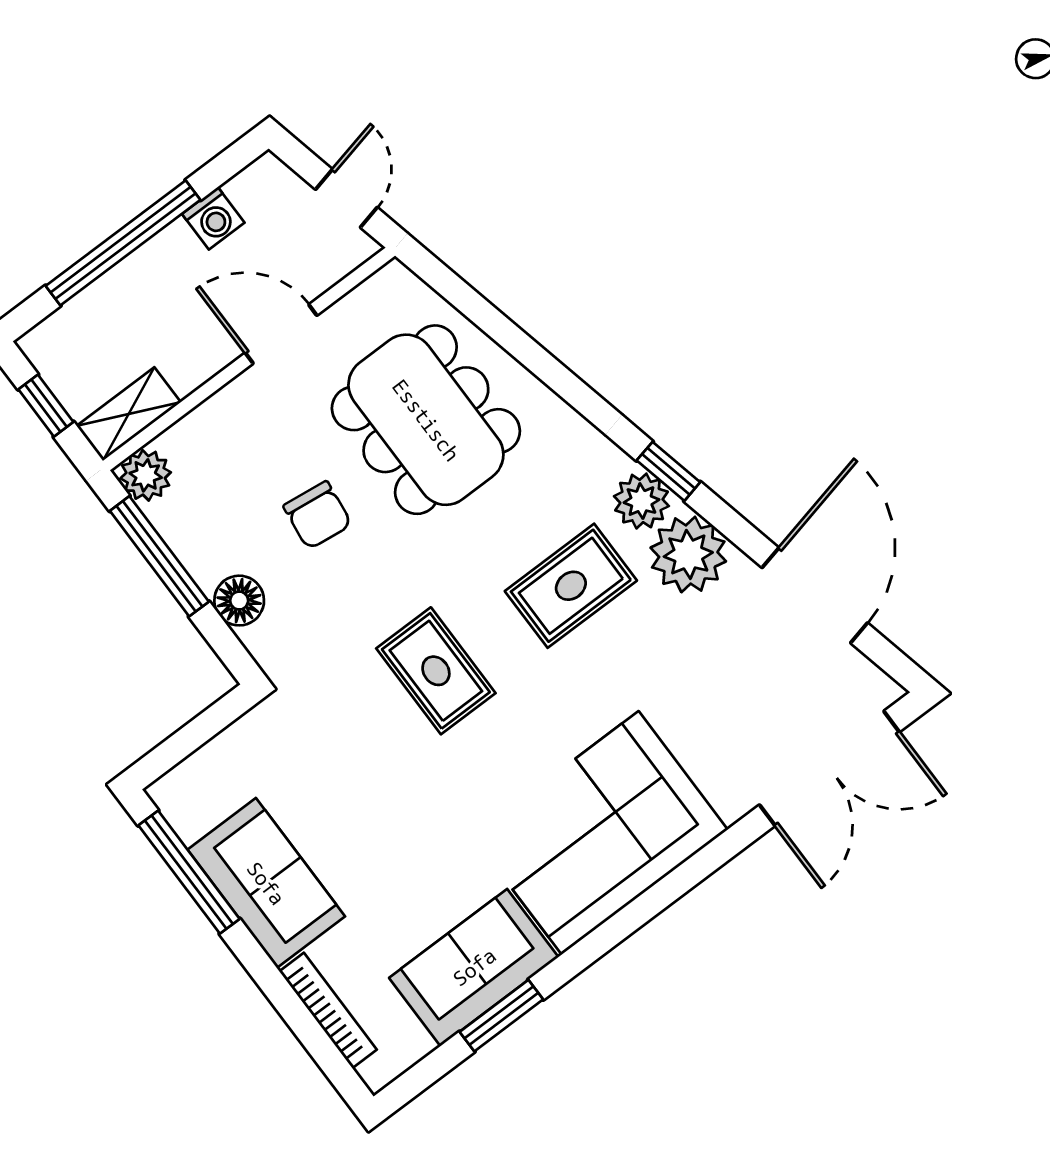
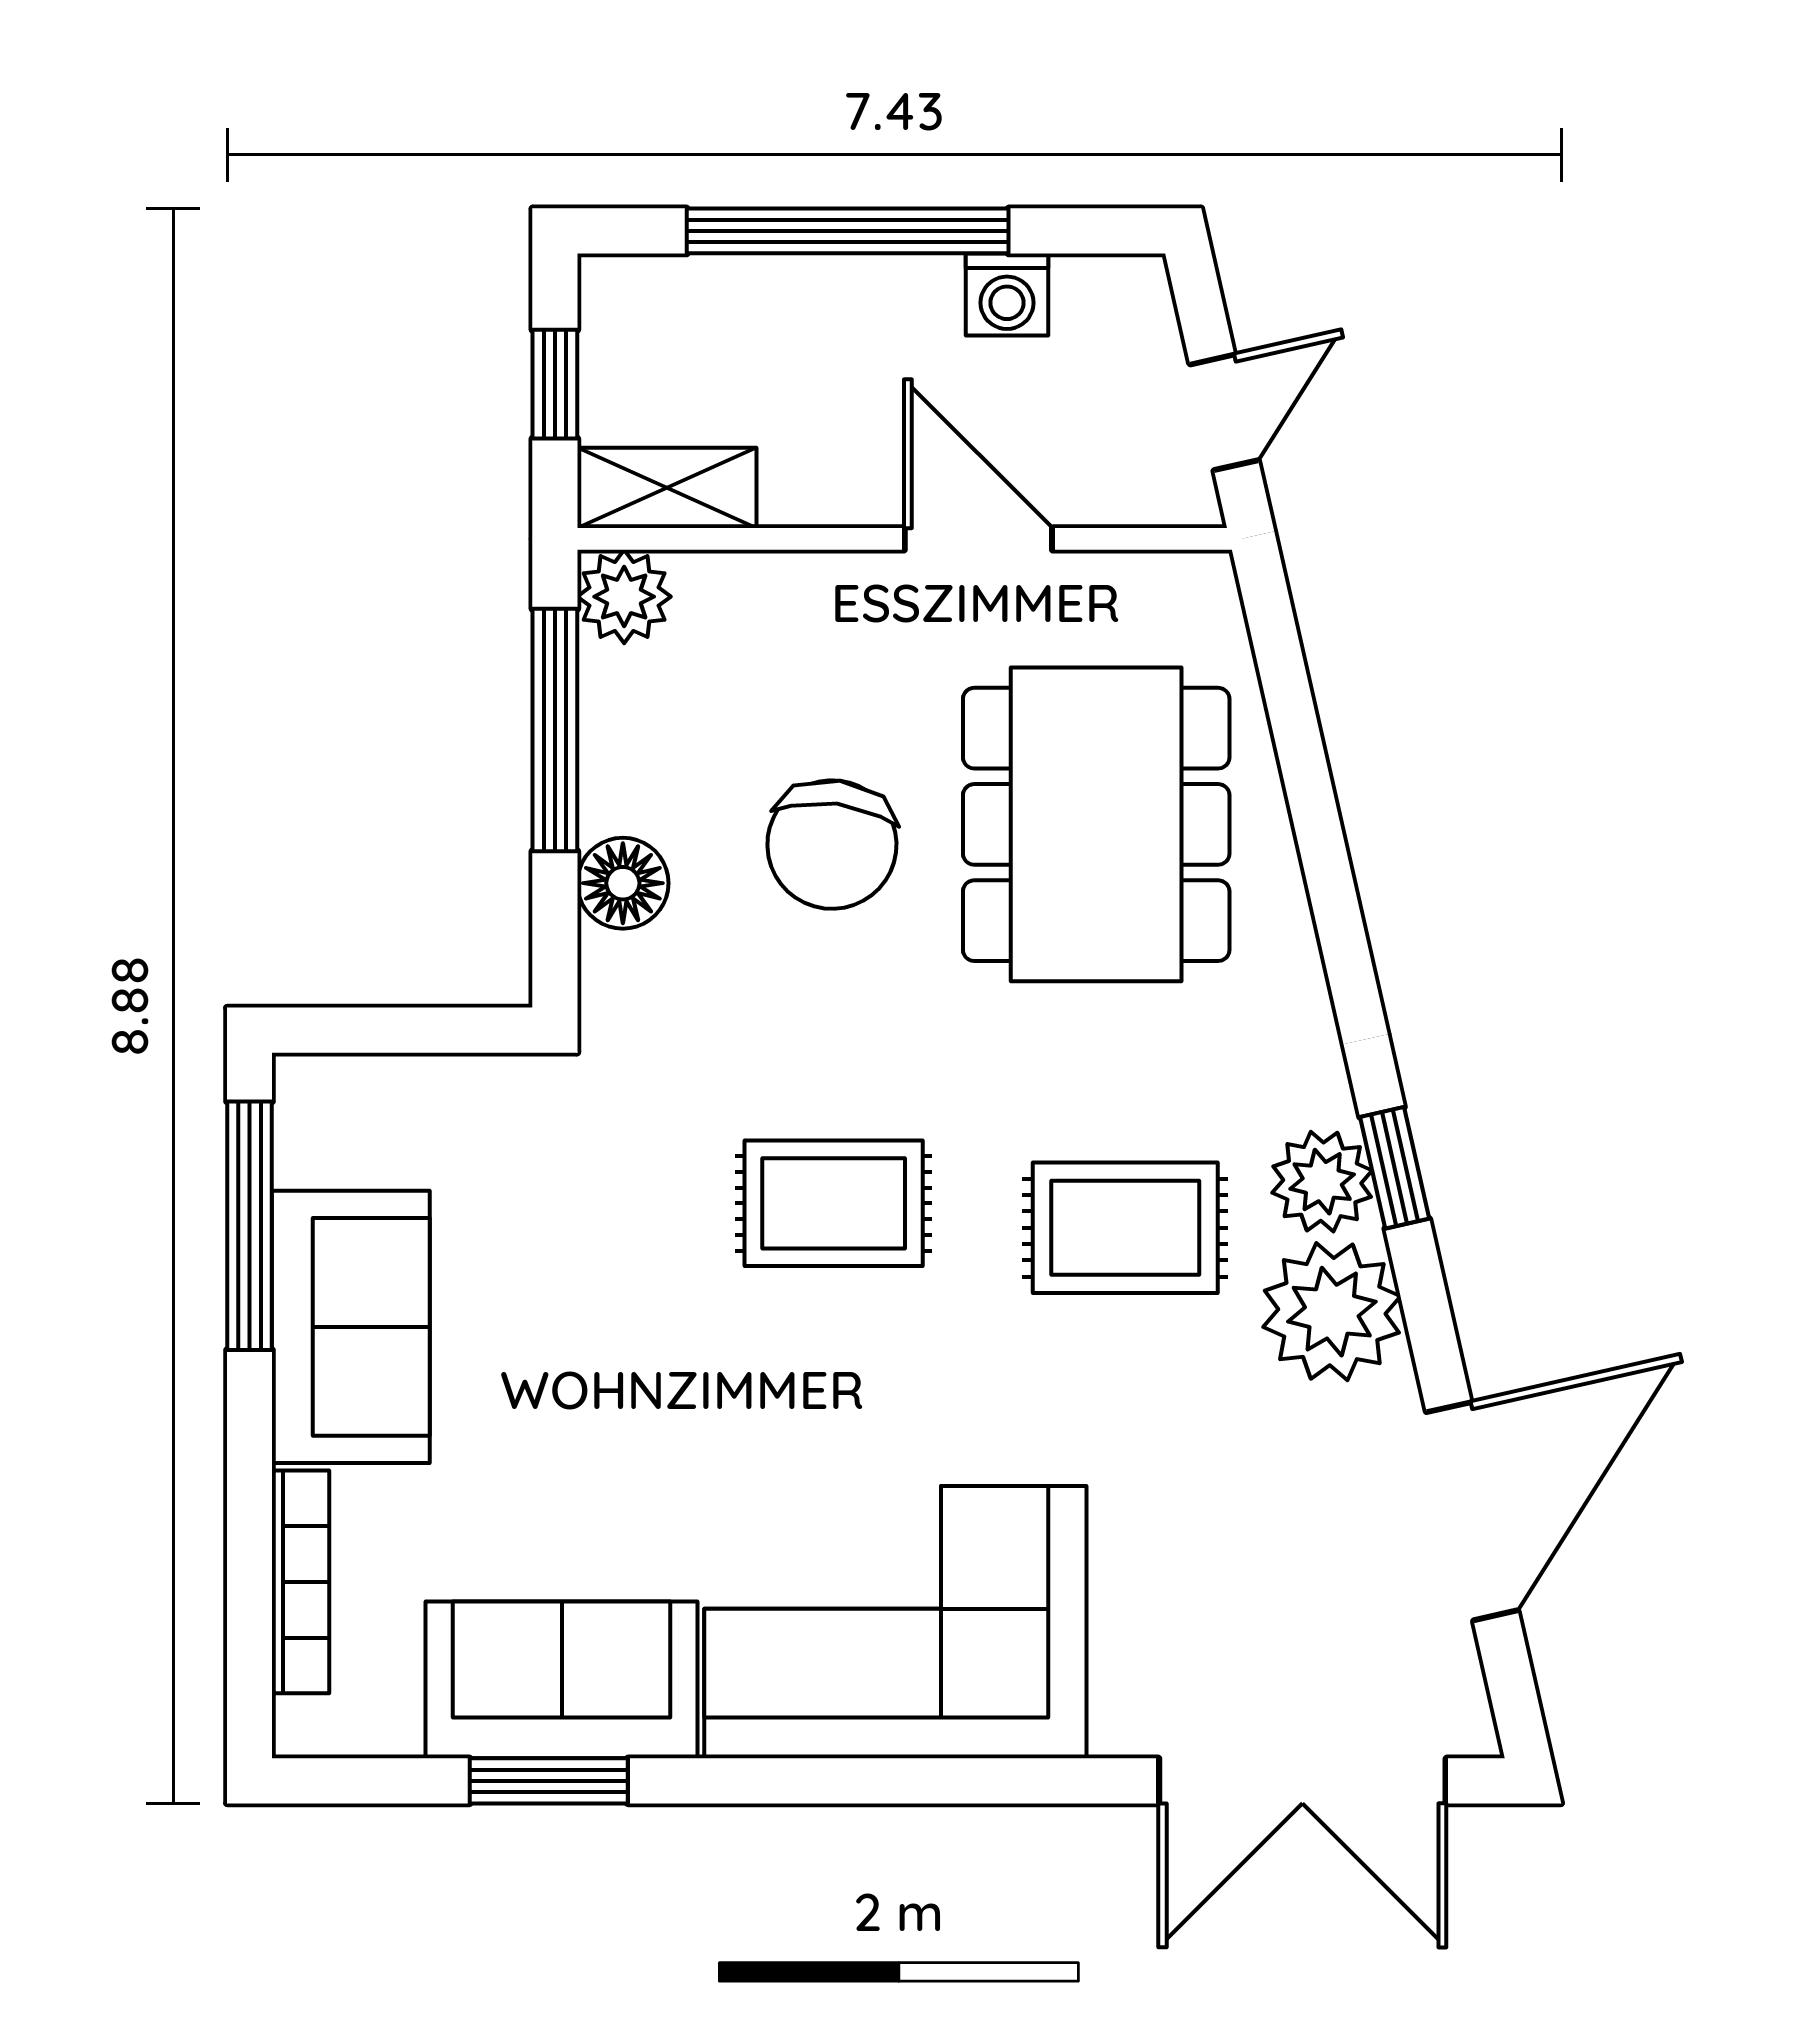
chair: (317, 515) -> (832, 845), width x1.37, depth x1.37
rug: (436, 671) -> (834, 1203), turned 90

